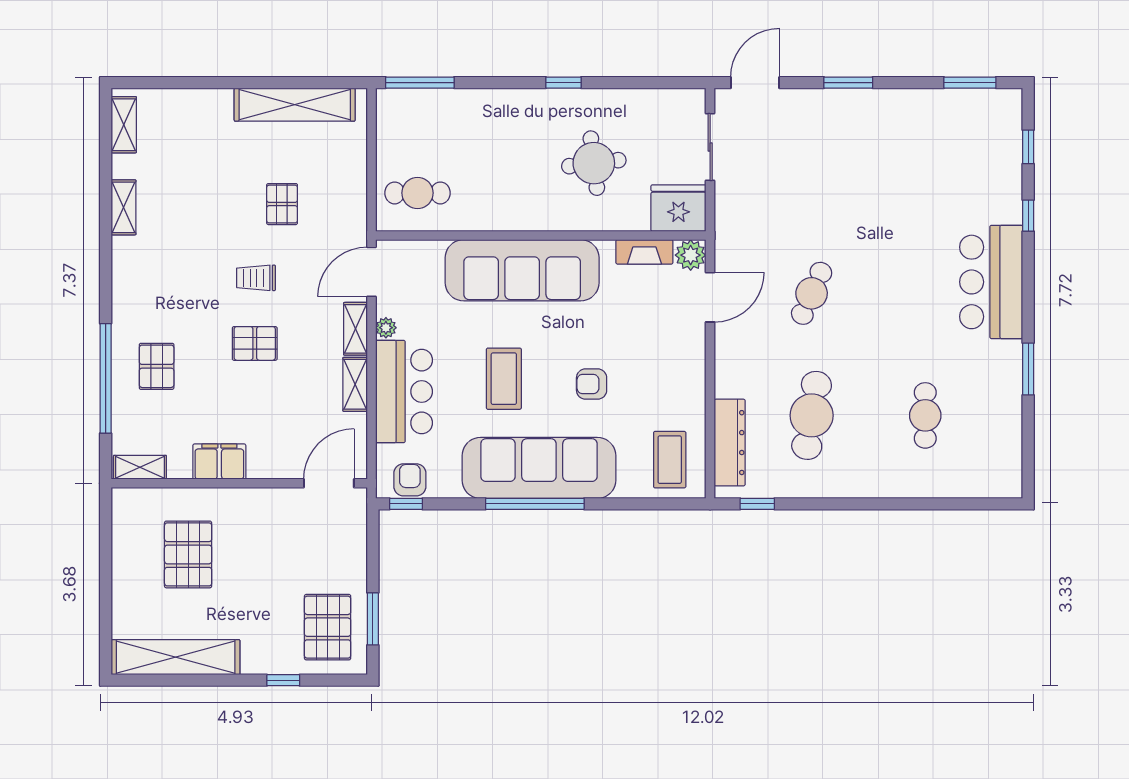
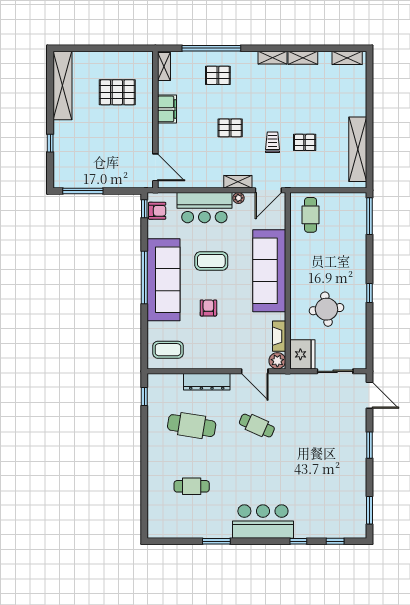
door: (371, 272) -> (268, 190), swing flipped
trolley: (256, 278) -> (272, 142), moved
pallet: (255, 343) -> (230, 128), turned 90
shelving: (355, 384) -> (273, 58), moved
dresser: (730, 443) -> (207, 382), moved
window: (373, 619) -> (83, 191), width x1.44
pallet: (328, 627) -> (78, 167), removed

